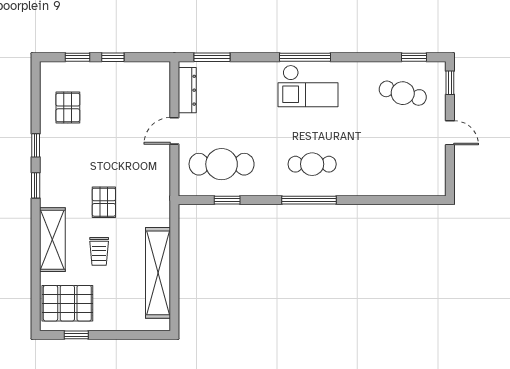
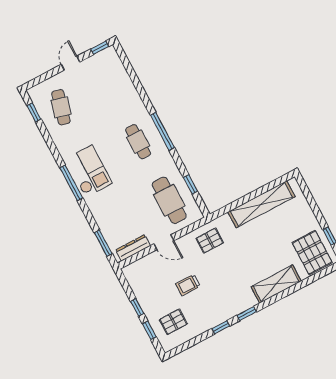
window: (450, 83) -> (100, 48), moved
pallet: (68, 107) -> (173, 322), moved
pallet: (104, 202) -> (210, 241), moved
trolley: (99, 251) -> (188, 285), moved, turned 180

